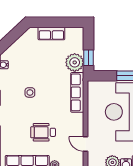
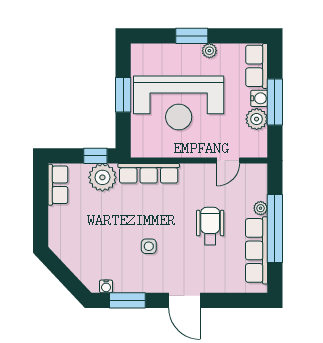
row of seats: (51, 33) -> (58, 185), moved
wheelchair: (43, 132) -> (210, 226), turned 180

